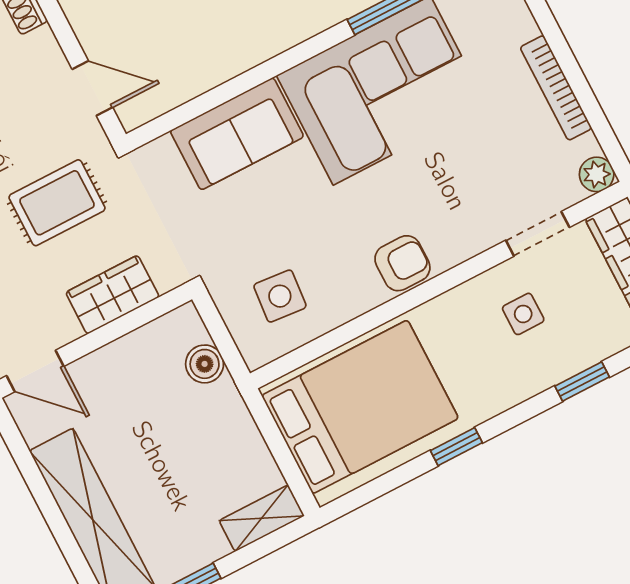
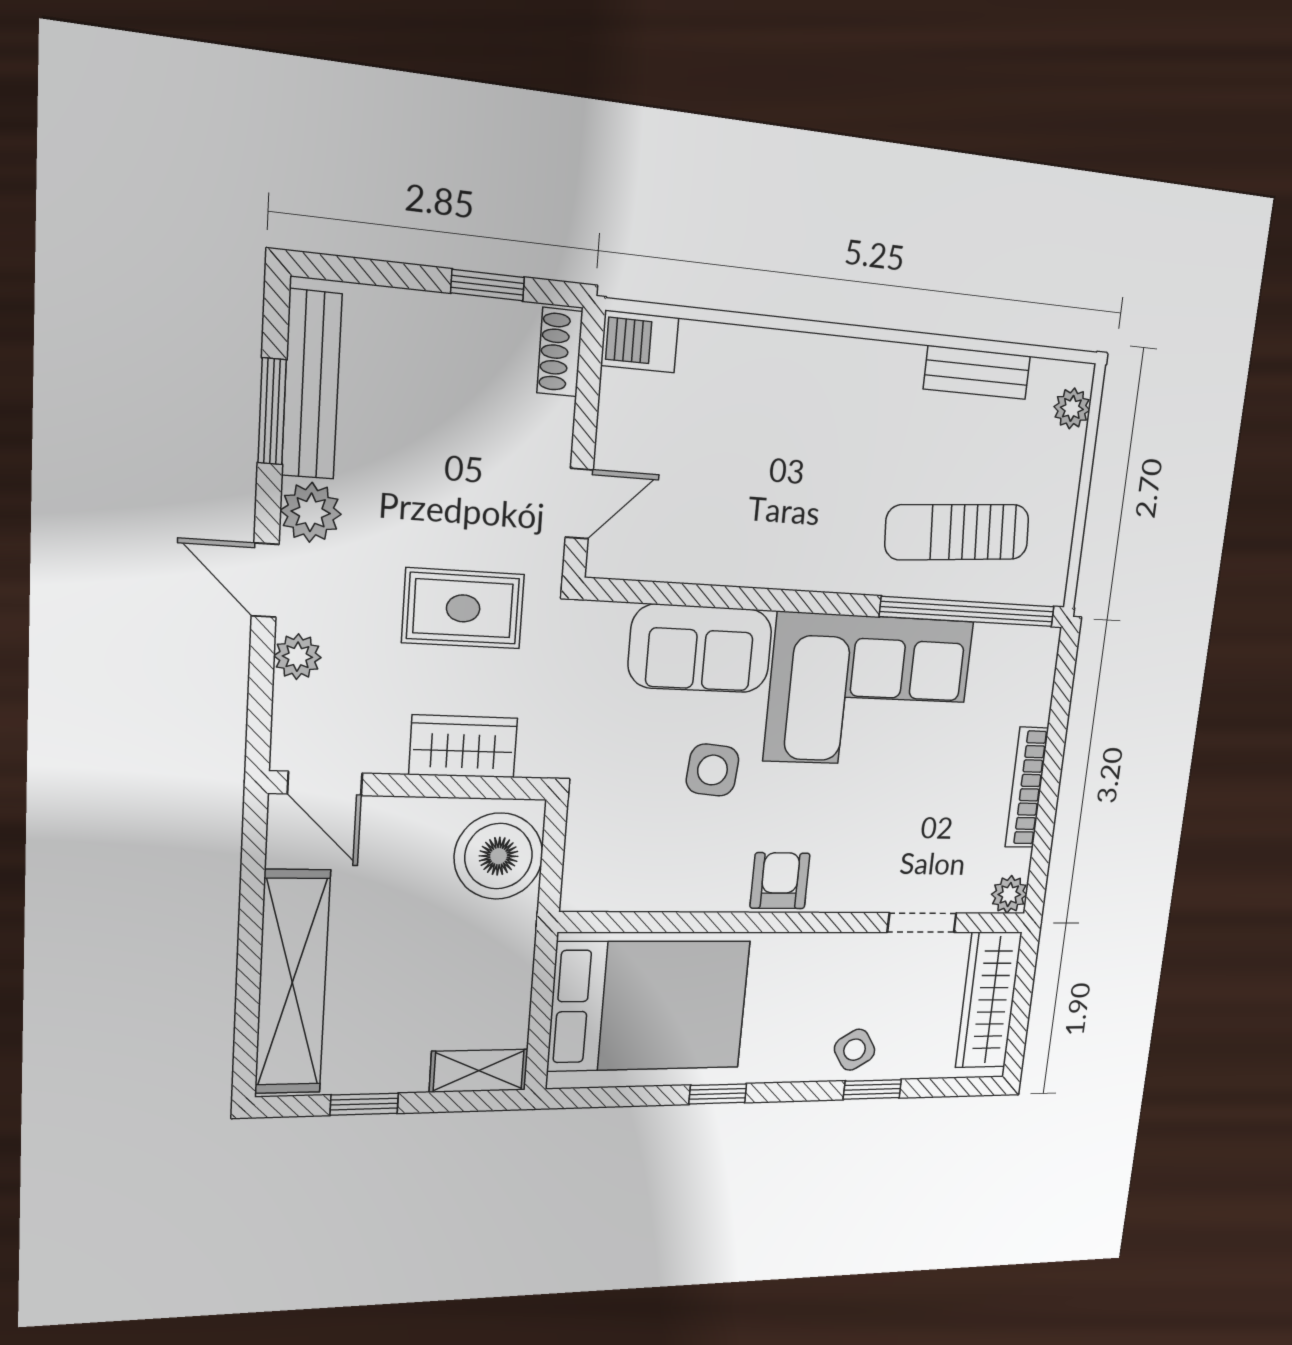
door: (92, 88) -> (579, 504), hinge flipped
armchair: (402, 263) -> (780, 881), turned -90
side table: (280, 296) -> (712, 770), moved
side table: (523, 314) -> (855, 1050), moved, turned -32
boiler: (205, 364) -> (499, 856), width x1.86, depth x1.86

